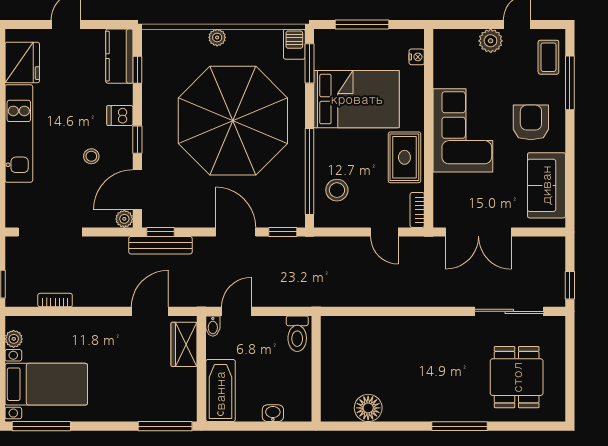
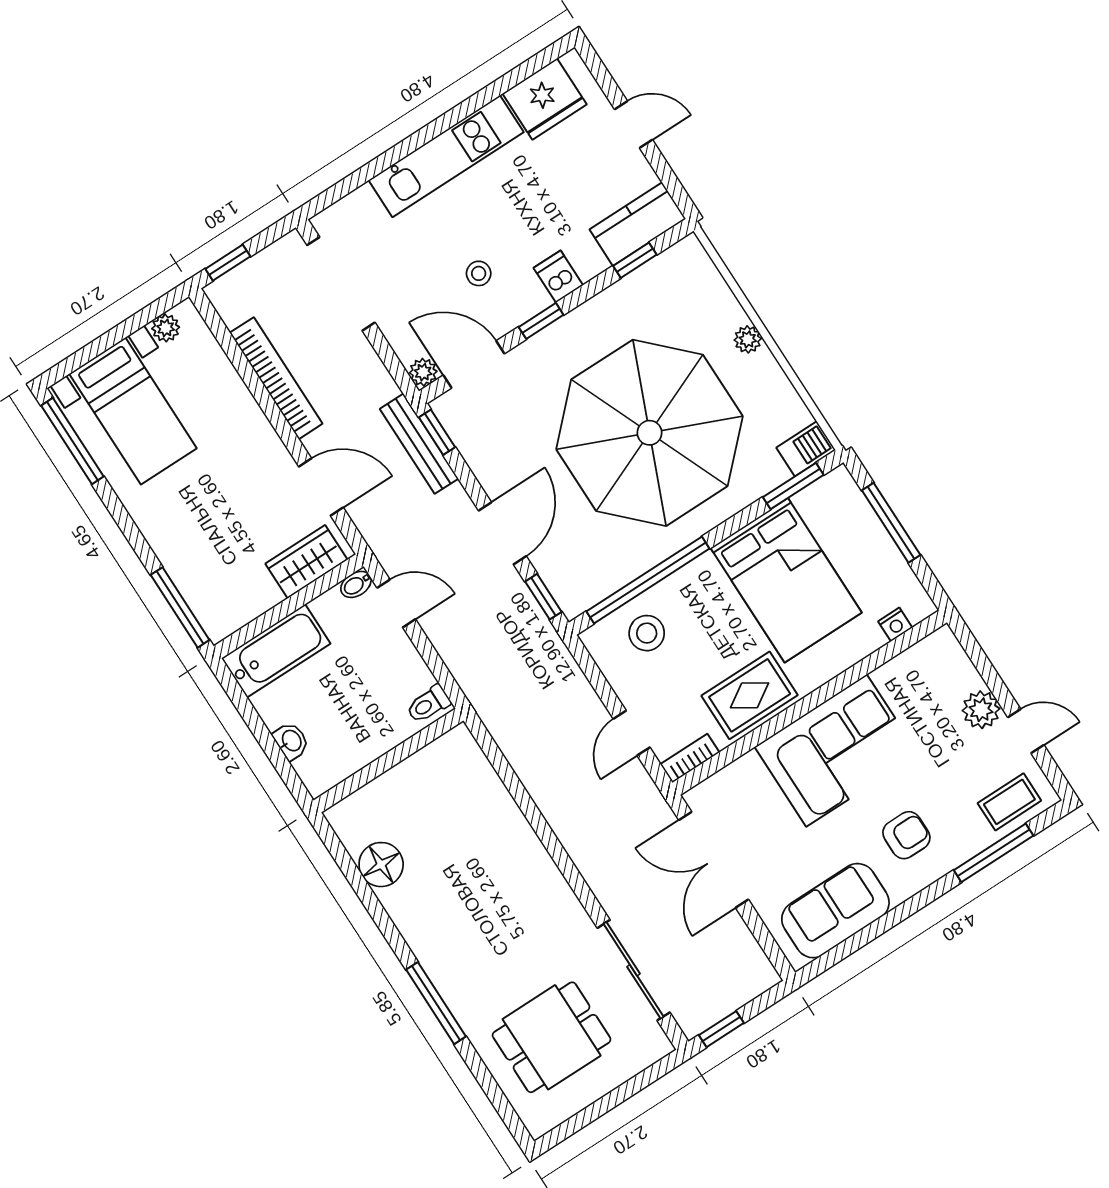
armchair: (531, 122) -> (906, 835), width x0.72, depth x0.72
bookcase: (55, 300) -> (276, 378), width x2.31, depth x1.31
toilet: (297, 334) -> (428, 704), width x0.73, depth x0.72

